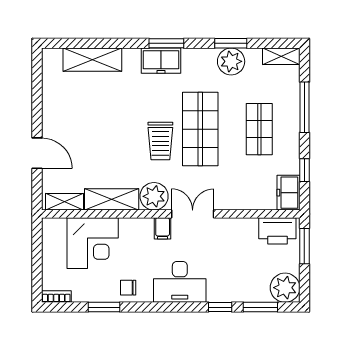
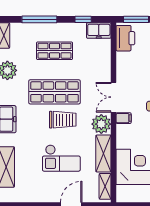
checkout: (105, 139) -> (61, 158), added

